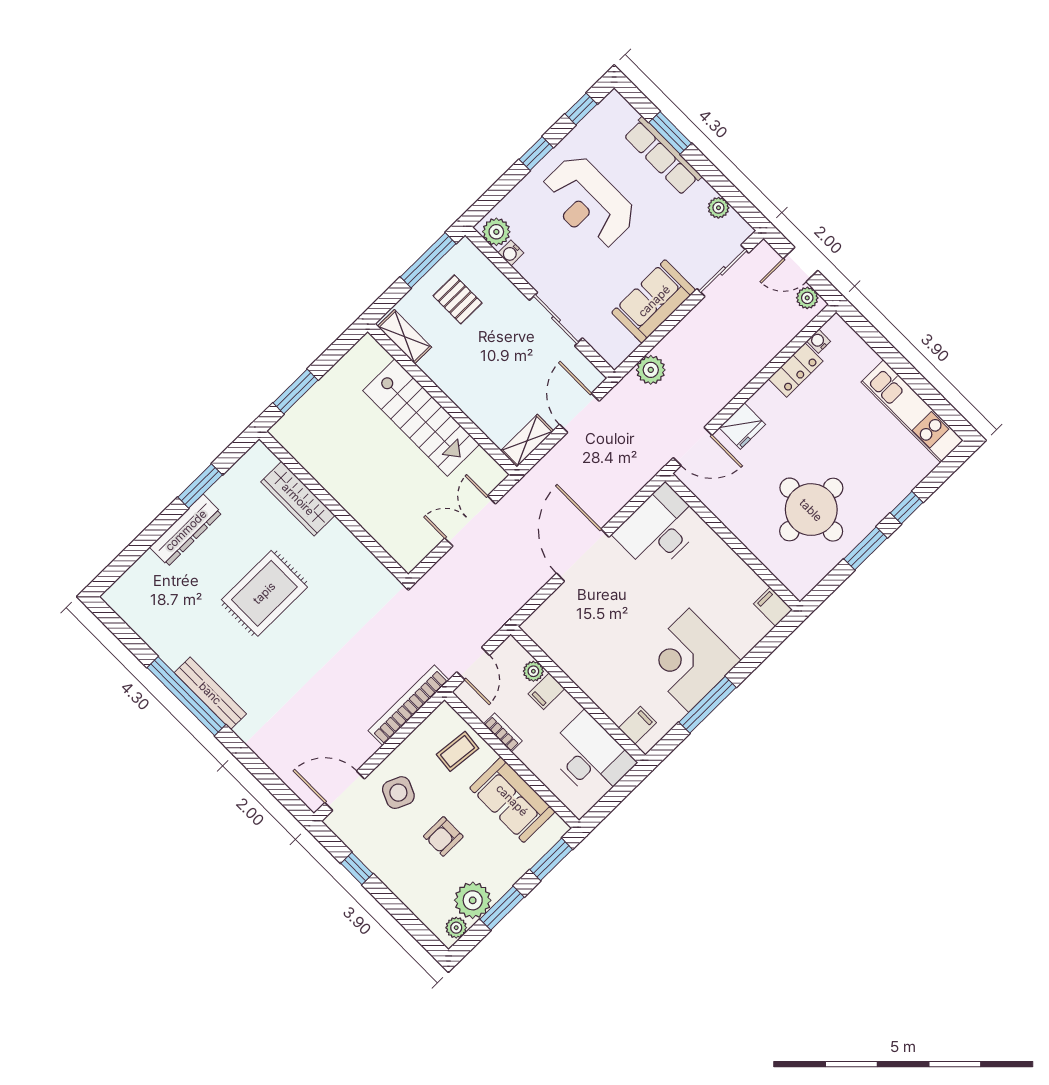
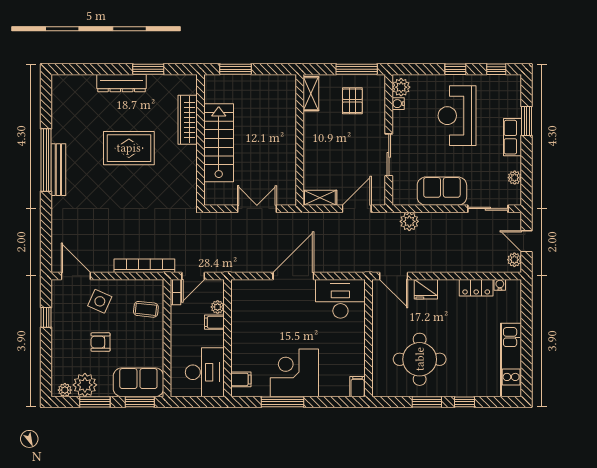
row of seats: (663, 156) -> (513, 137), width x0.68
stairs: (421, 418) -> (219, 143), moved, turned 180
bookcase: (503, 732) -> (175, 292), moved
sofa: (512, 800) -> (138, 382), moved, turned 90

